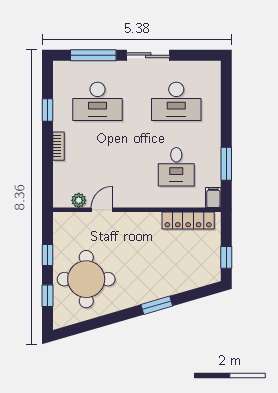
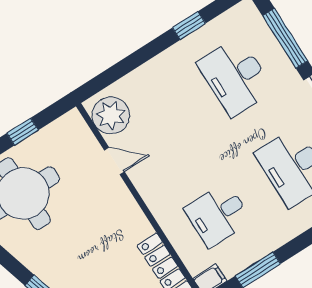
bookcase: (58, 146) -> (155, 65), removed
plant: (79, 200) -> (111, 115), width x1.88, depth x1.88

